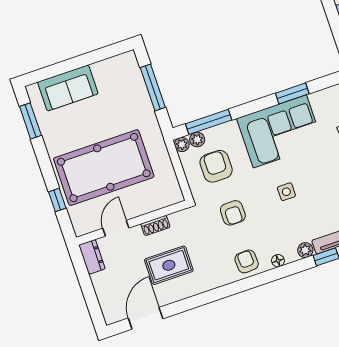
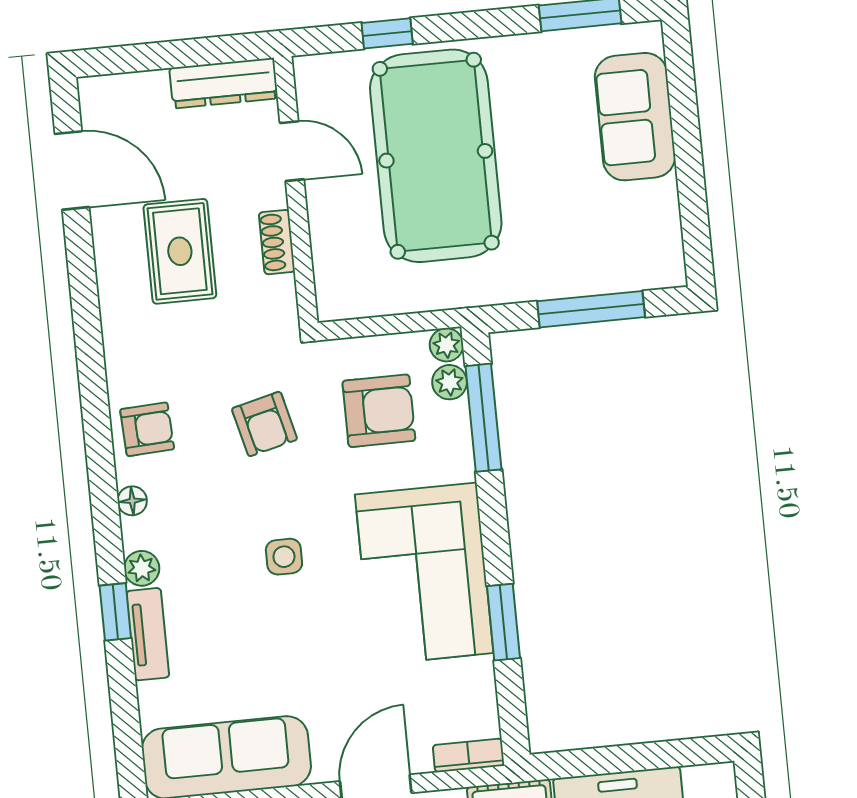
armchair: (233, 213) -> (265, 424), turned -104
dresser: (92, 257) -> (224, 83), width x1.44

